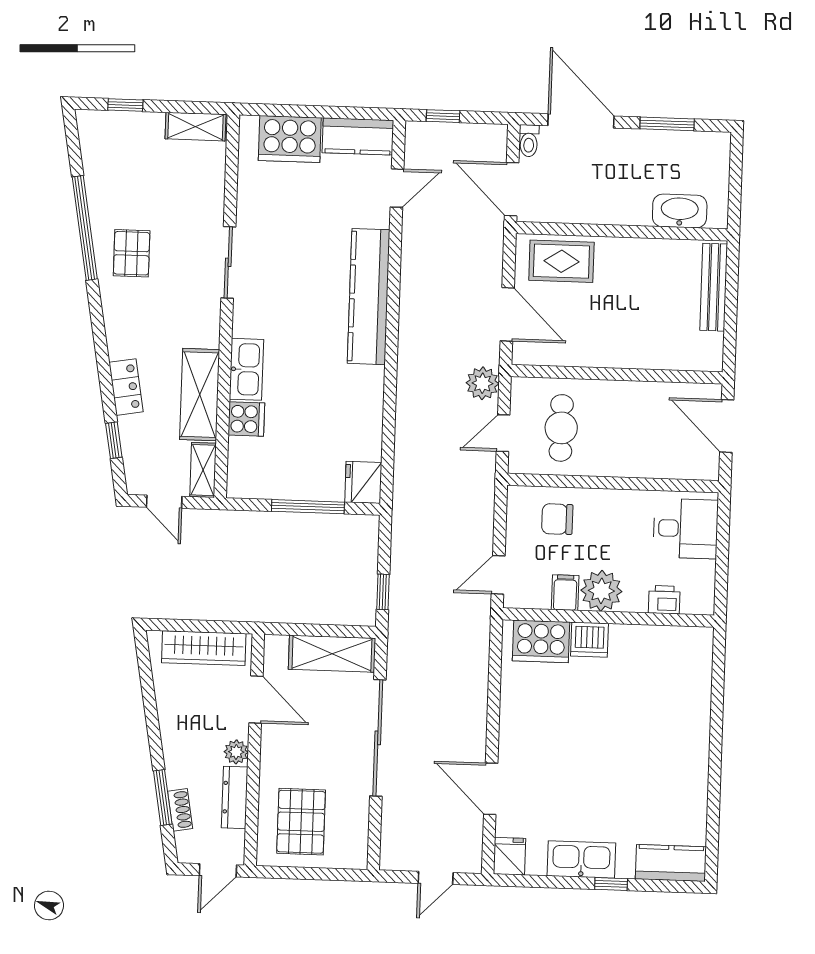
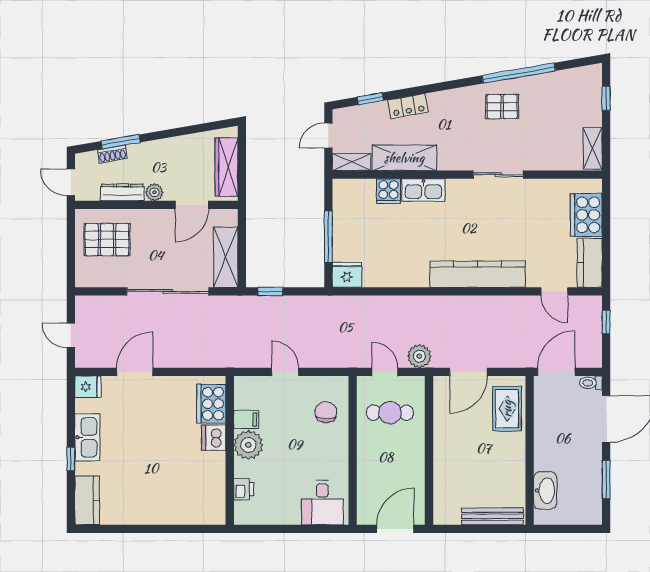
plant: (601, 591) -> (248, 445), moved
filing cabinet: (565, 593) -> (246, 419), moved
printer: (664, 600) -> (244, 489), moved
wall: (608, 617) -> (230, 450), moved
dishwasher: (590, 640) -> (214, 438), moved
cooker: (541, 641) -> (211, 404), moved

